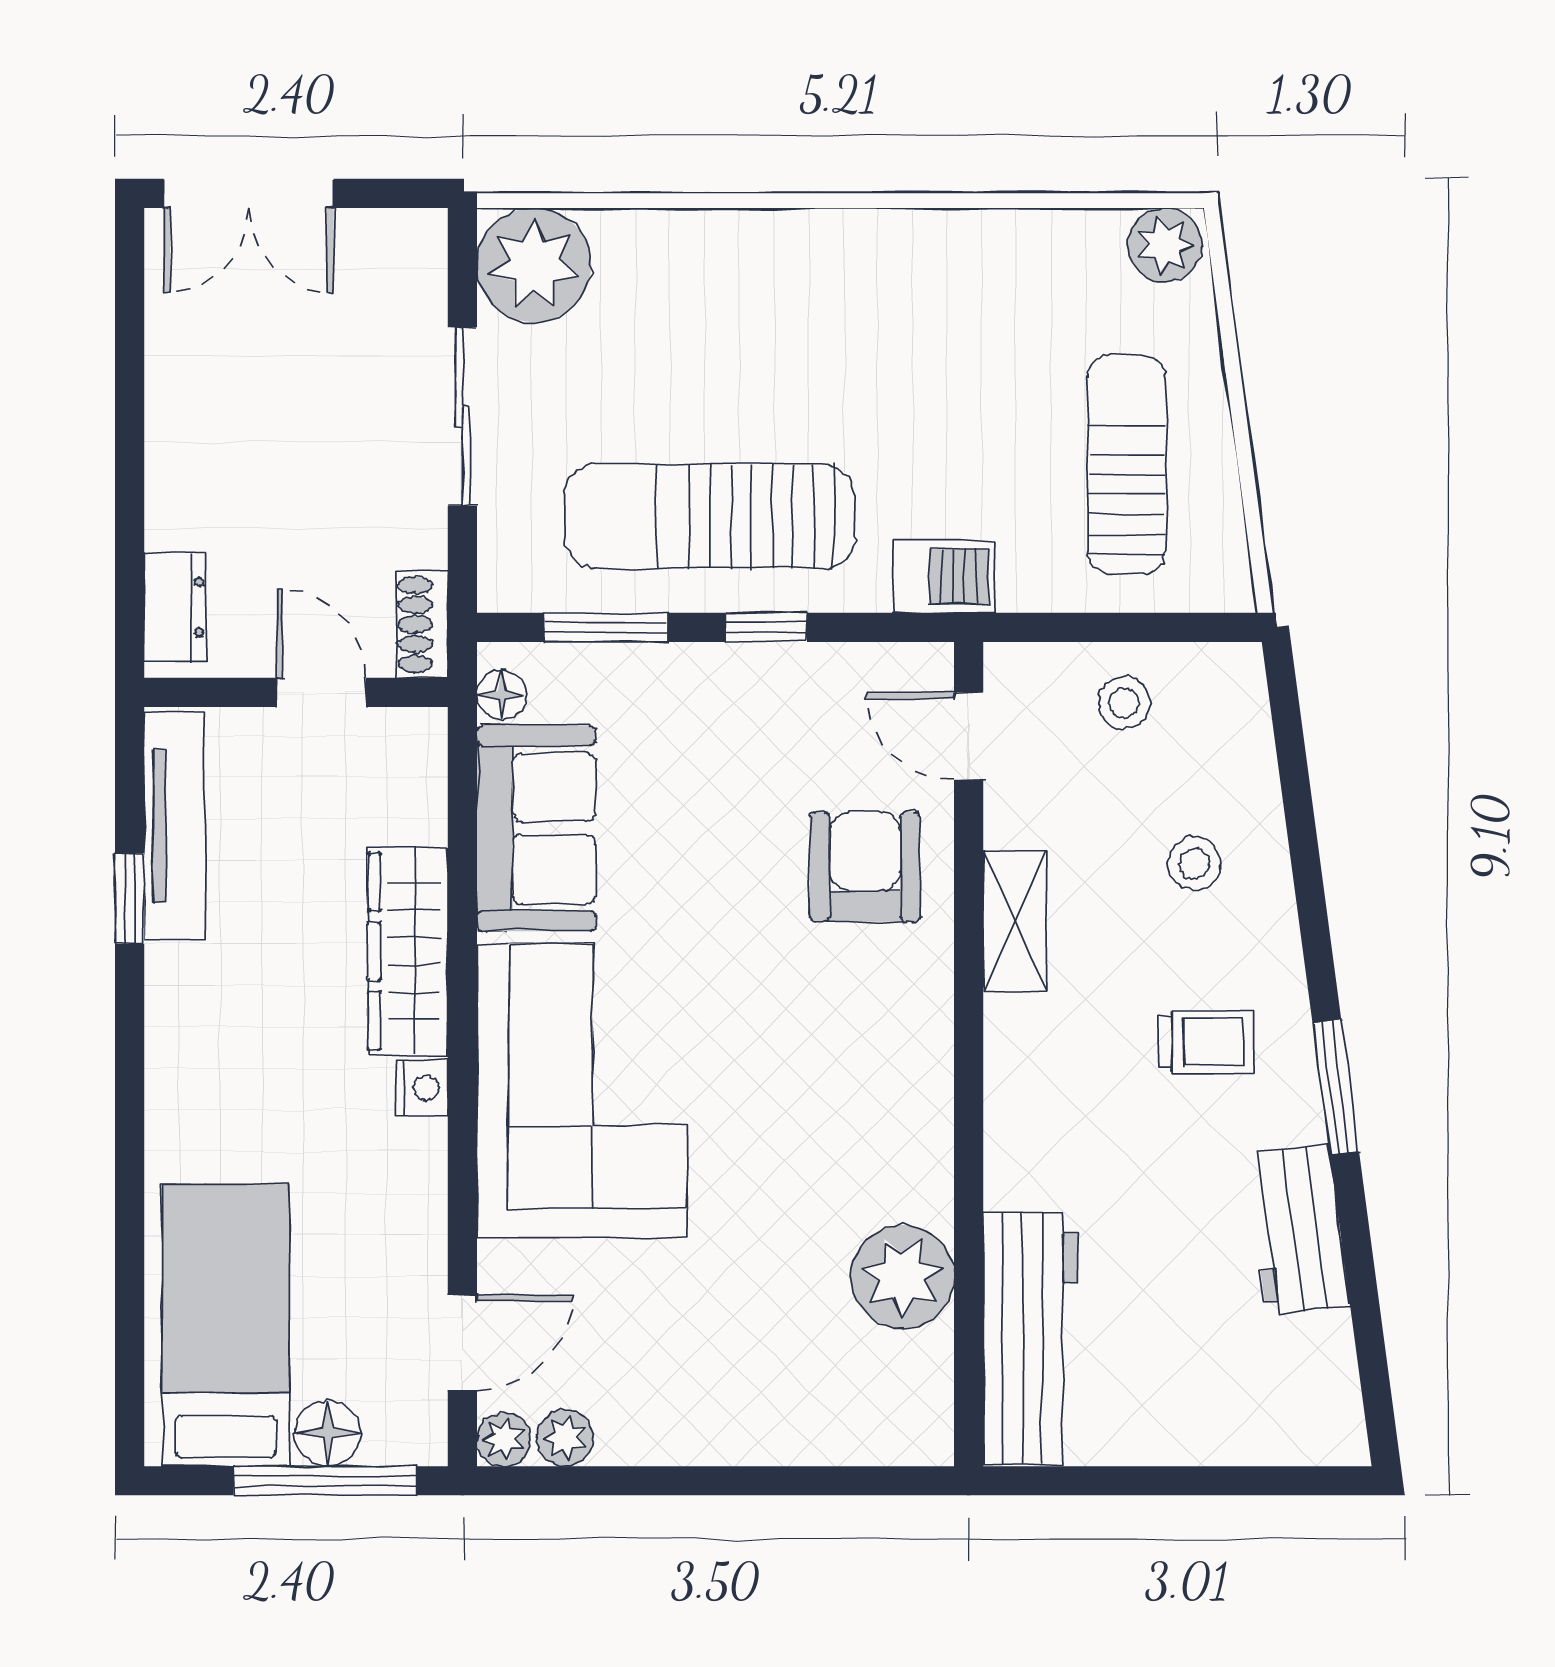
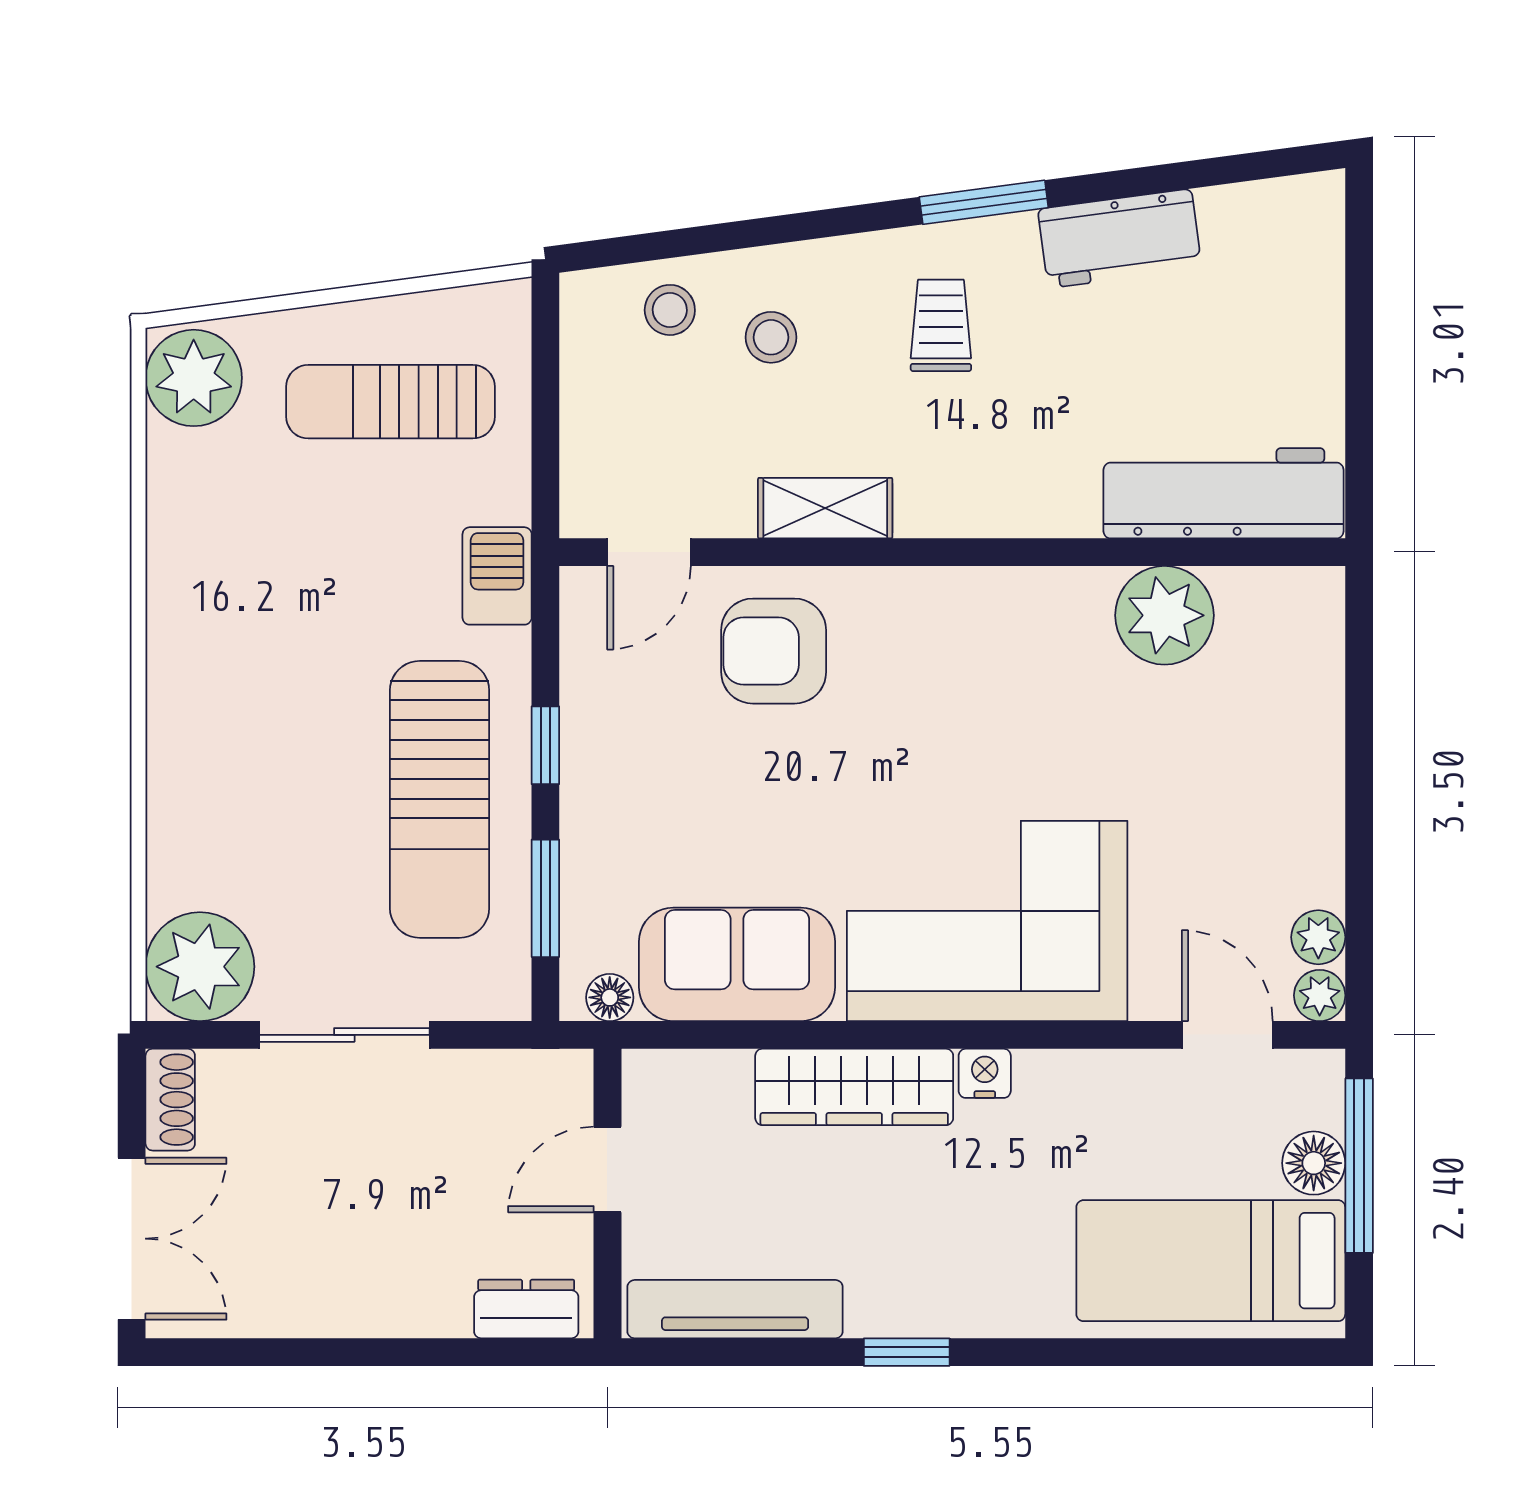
plant: (1165, 245) -> (194, 378), width x1.36, depth x1.36
shoe rack: (422, 625) -> (170, 1100), moved, turned -90
stool: (1124, 703) -> (670, 310), moved
window: (130, 899) -> (907, 1352), moved

